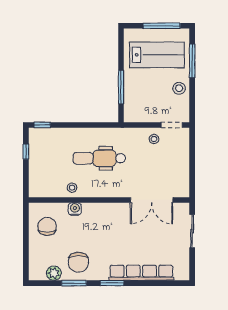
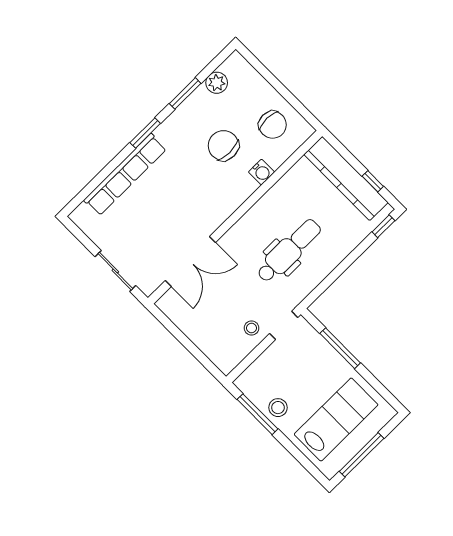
lab bench: (157, 55) -> (336, 420), turned 180
window: (192, 61) -> (258, 414), moved
doorway: (172, 125) -> (284, 325), moved
kitchen counter: (37, 166) -> (346, 178), added
stool: (72, 188) -> (287, 192), removed
double door: (152, 200) -> (190, 261), swing flipped
chair: (78, 262) -> (223, 146), moved

